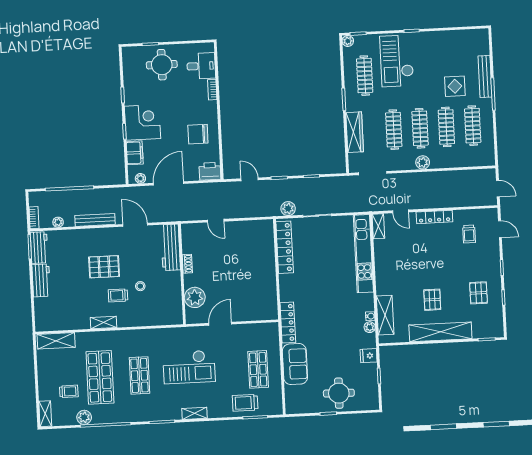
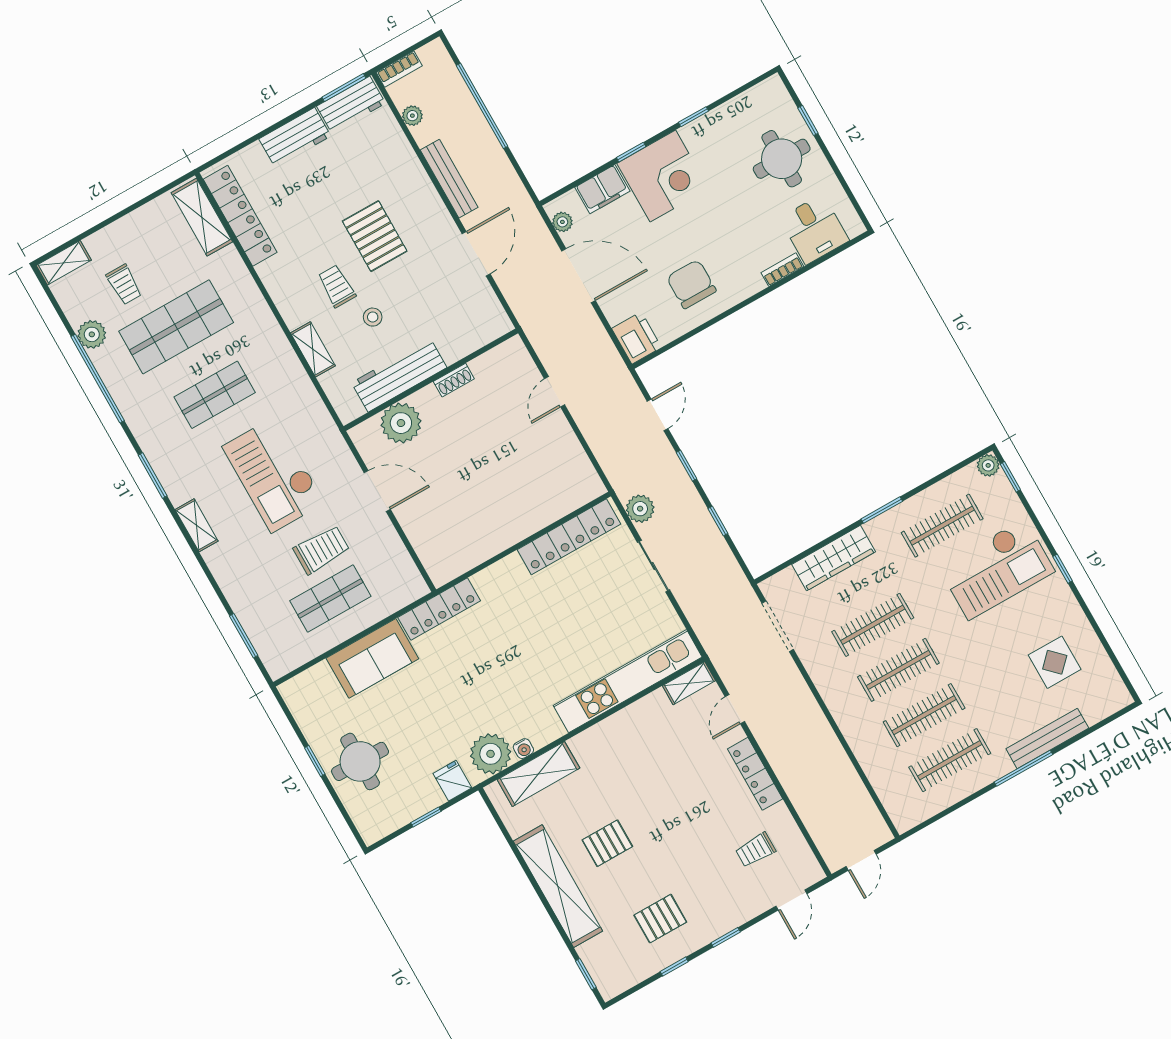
checkout: (397, 61) -> (997, 569), turned 180
display table: (455, 86) -> (1055, 662), moved
plant: (423, 162) -> (841, 705), removed
workbench: (171, 247) -> (399, 375), moved
shelving: (104, 322) -> (313, 349), moved
locker: (64, 323) -> (240, 216), added
plant: (370, 327) -> (491, 754), width x1.87, depth x1.87
trolley: (245, 403) -> (321, 550), moved, turned 90

